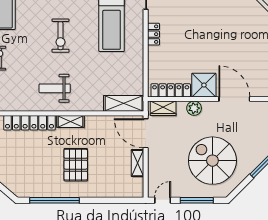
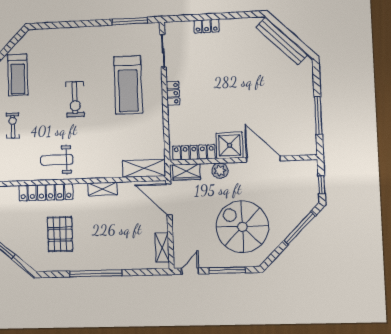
weight bench: (55, 88) -> (57, 160), moved
shelving: (70, 121) -> (103, 189), moved
shelving: (138, 163) -> (162, 247), moved
pallet: (76, 165) -> (60, 234), moved
window: (54, 200) -> (96, 273), moved

